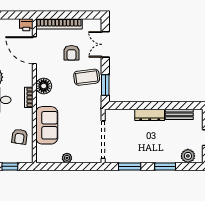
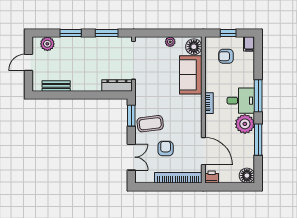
floor lamp: (44, 86) -> (194, 47), moved
dresser: (150, 115) -> (117, 85), moved
armchair: (20, 137) -> (226, 56), moved, turned -98

